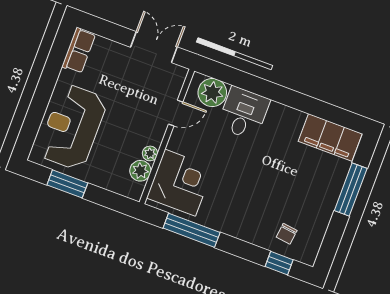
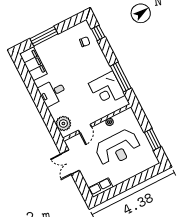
door: (176, 113) -> (85, 129), swing flipped
desk: (244, 113) -> (53, 93), moved
reception desk: (72, 127) -> (118, 148), moved
plant: (140, 171) -> (119, 119), removed
corner desk: (180, 183) -> (107, 89), moved, turned -90

